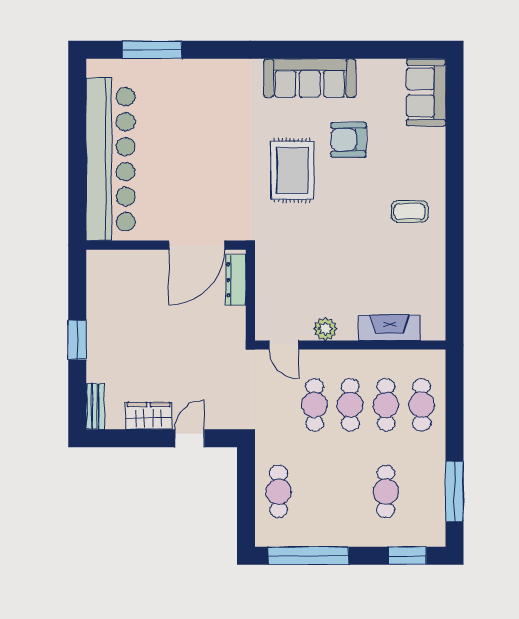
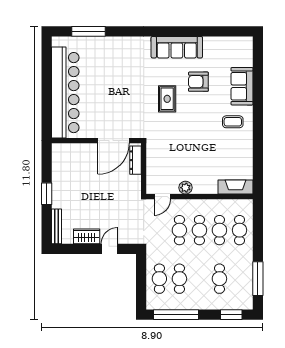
sofa: (426, 92) -> (242, 86), moved
rug: (293, 170) -> (167, 99), width x0.73, depth x0.70
fireplace: (389, 328) -> (236, 187), moved
door: (284, 345) -> (162, 197), hinge flipped
bench: (95, 406) -> (56, 226), width x1.36
cafe table: (314, 492) -> (179, 279), added

